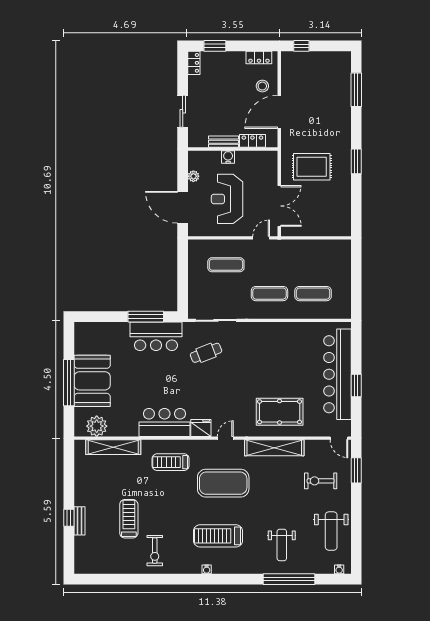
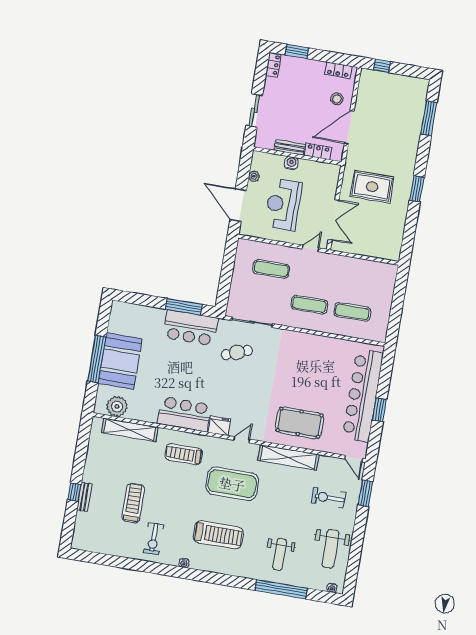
treadmill: (218, 536) -> (218, 535), turned 180
water cooler: (207, 569) -> (184, 563), moved

